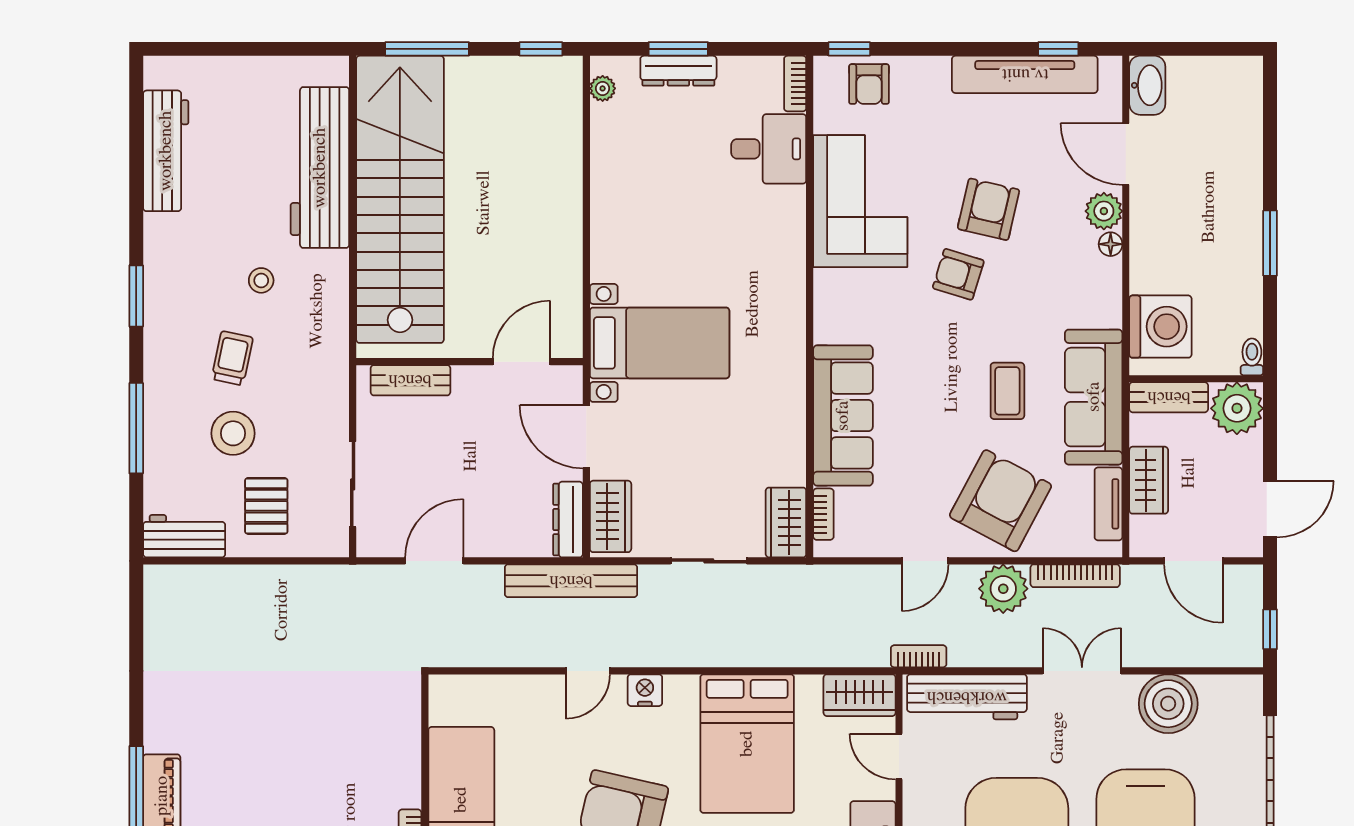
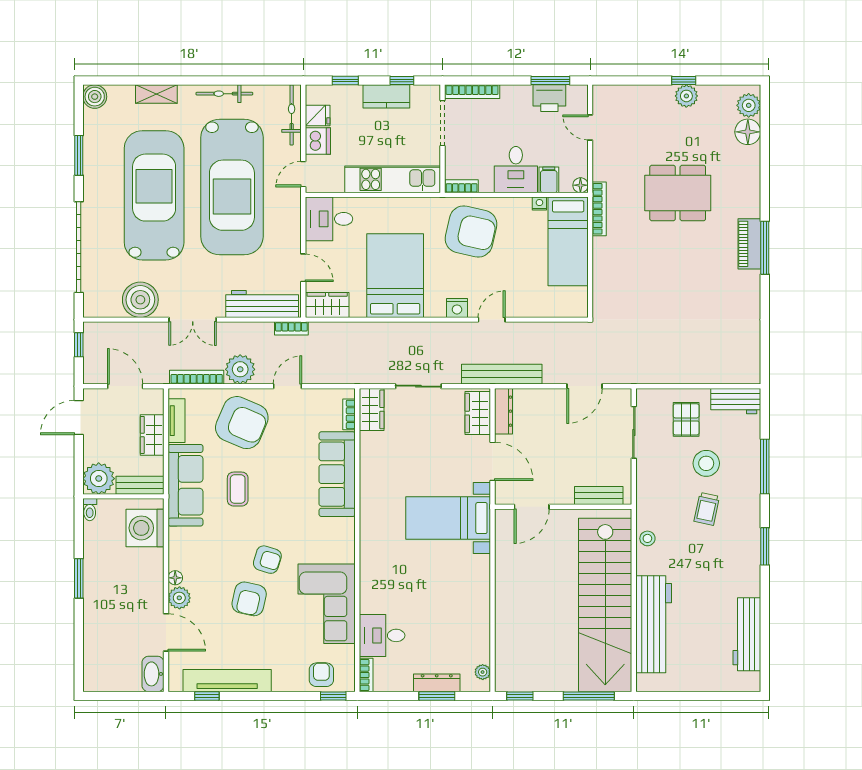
stool: (261, 280) -> (647, 538), moved
armchair: (1000, 501) -> (242, 423), turned -95

